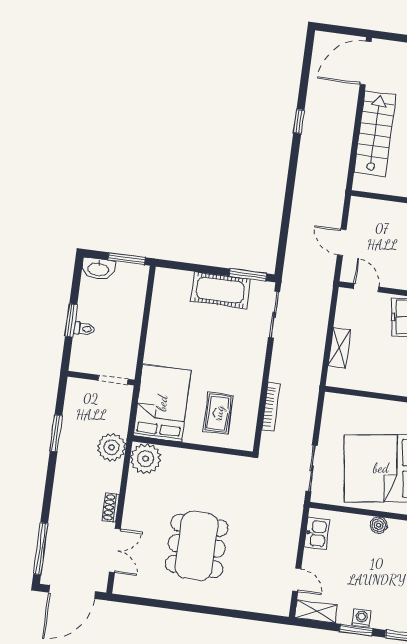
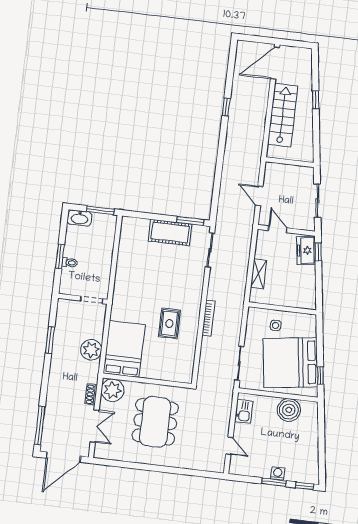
bed: (162, 403) -> (124, 349), moved
side table: (362, 418) -> (276, 325), added
wall: (193, 446) -> (147, 381), moved
plant: (145, 459) -> (113, 390), moved
boiler: (379, 525) -> (289, 410), width x1.86, depth x1.86
shelving: (316, 611) -> (244, 469), removed

